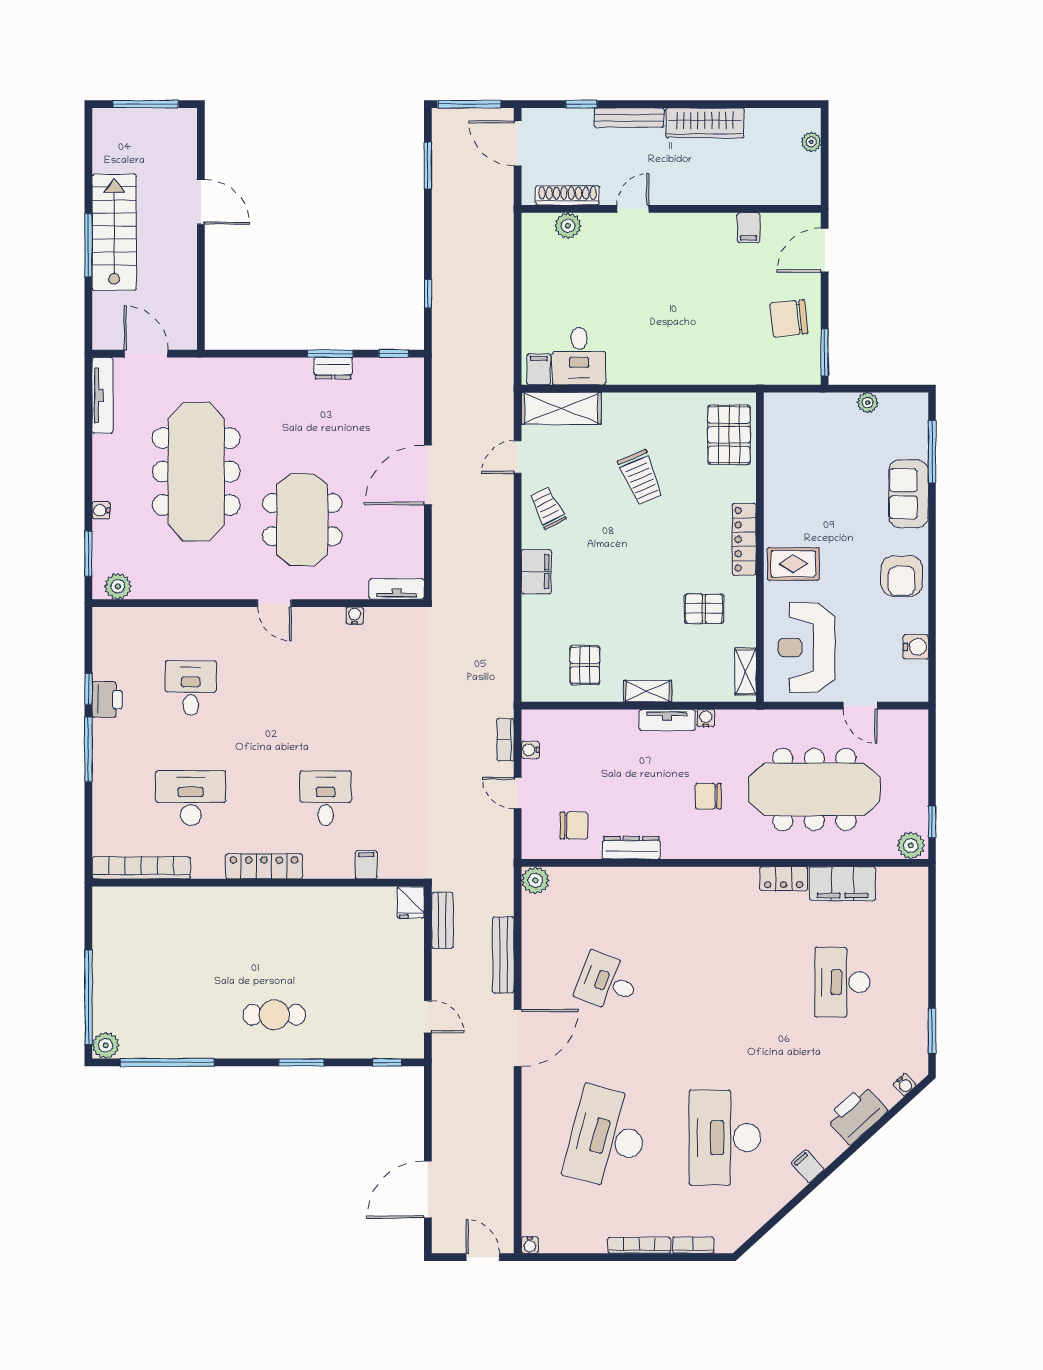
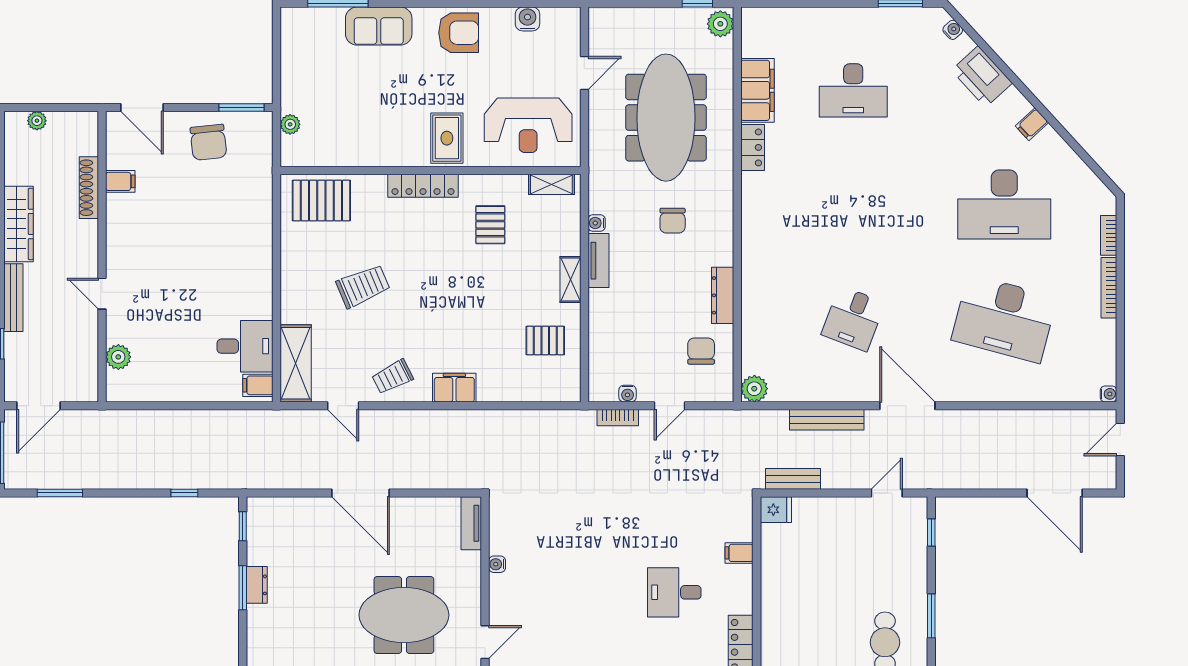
shoe rack: (568, 195) -> (89, 188), moved
plant: (868, 403) -> (290, 124), moved

